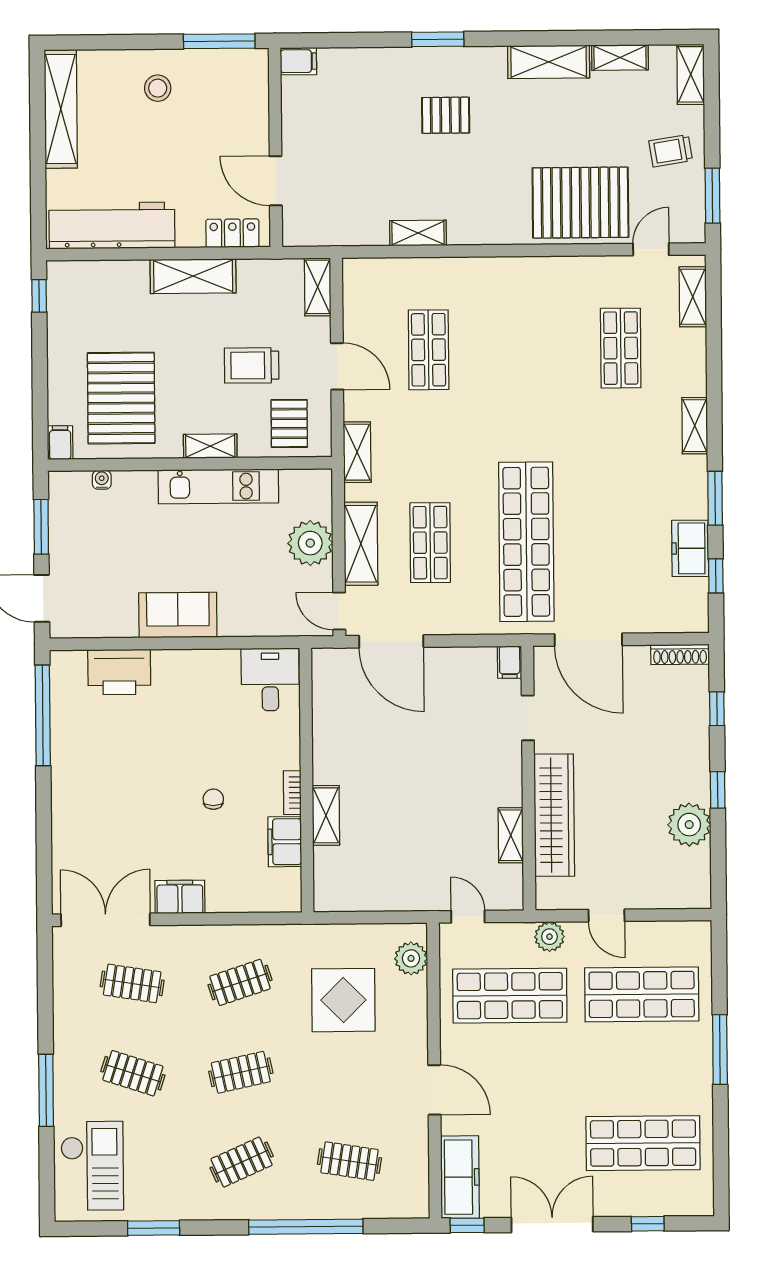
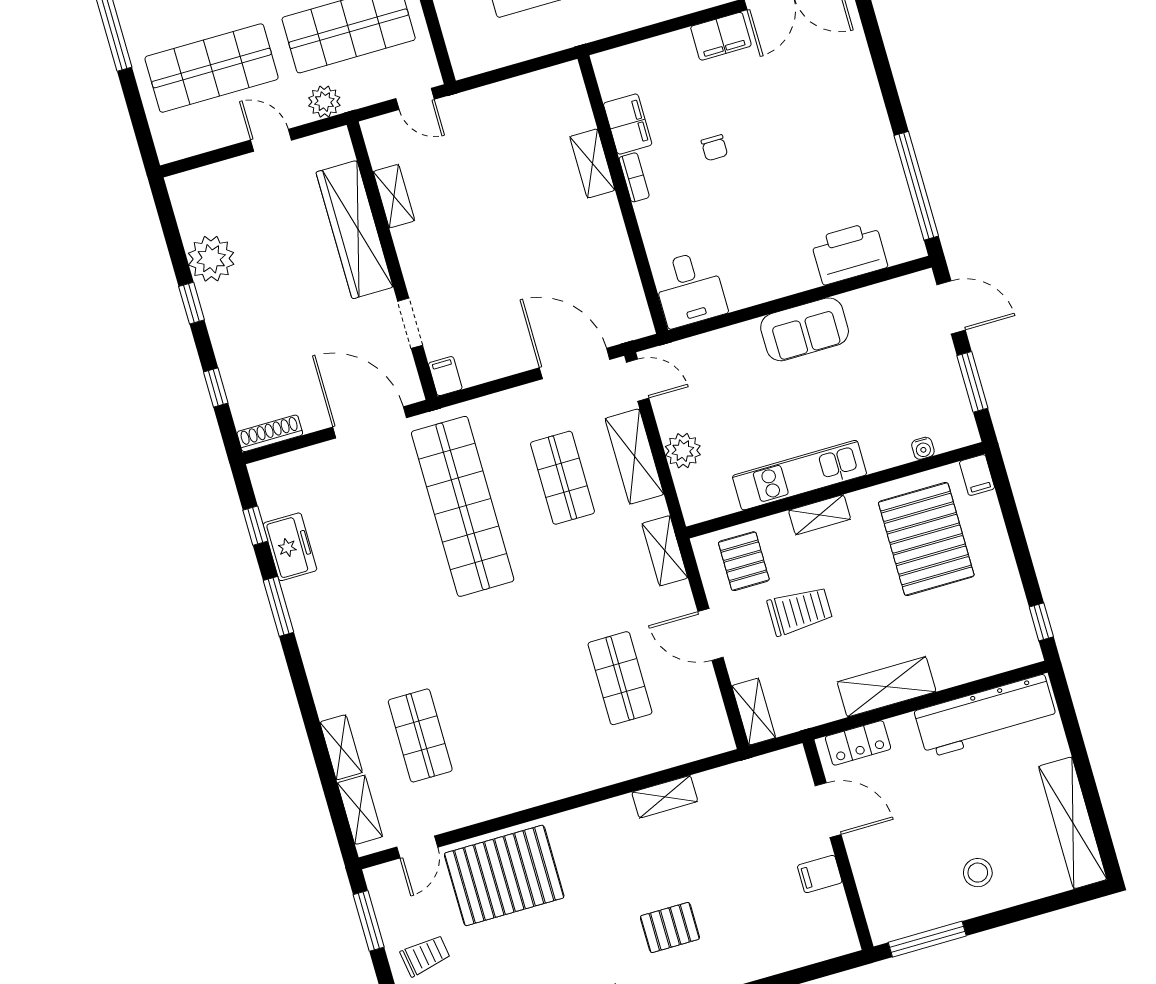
filing cabinet: (298, 61) -> (820, 874), moved
shelving: (695, 426) -> (341, 747), moved
plant: (310, 543) -> (683, 451), width x0.73, depth x0.73
plant: (411, 958) -> (462, 39), removed

